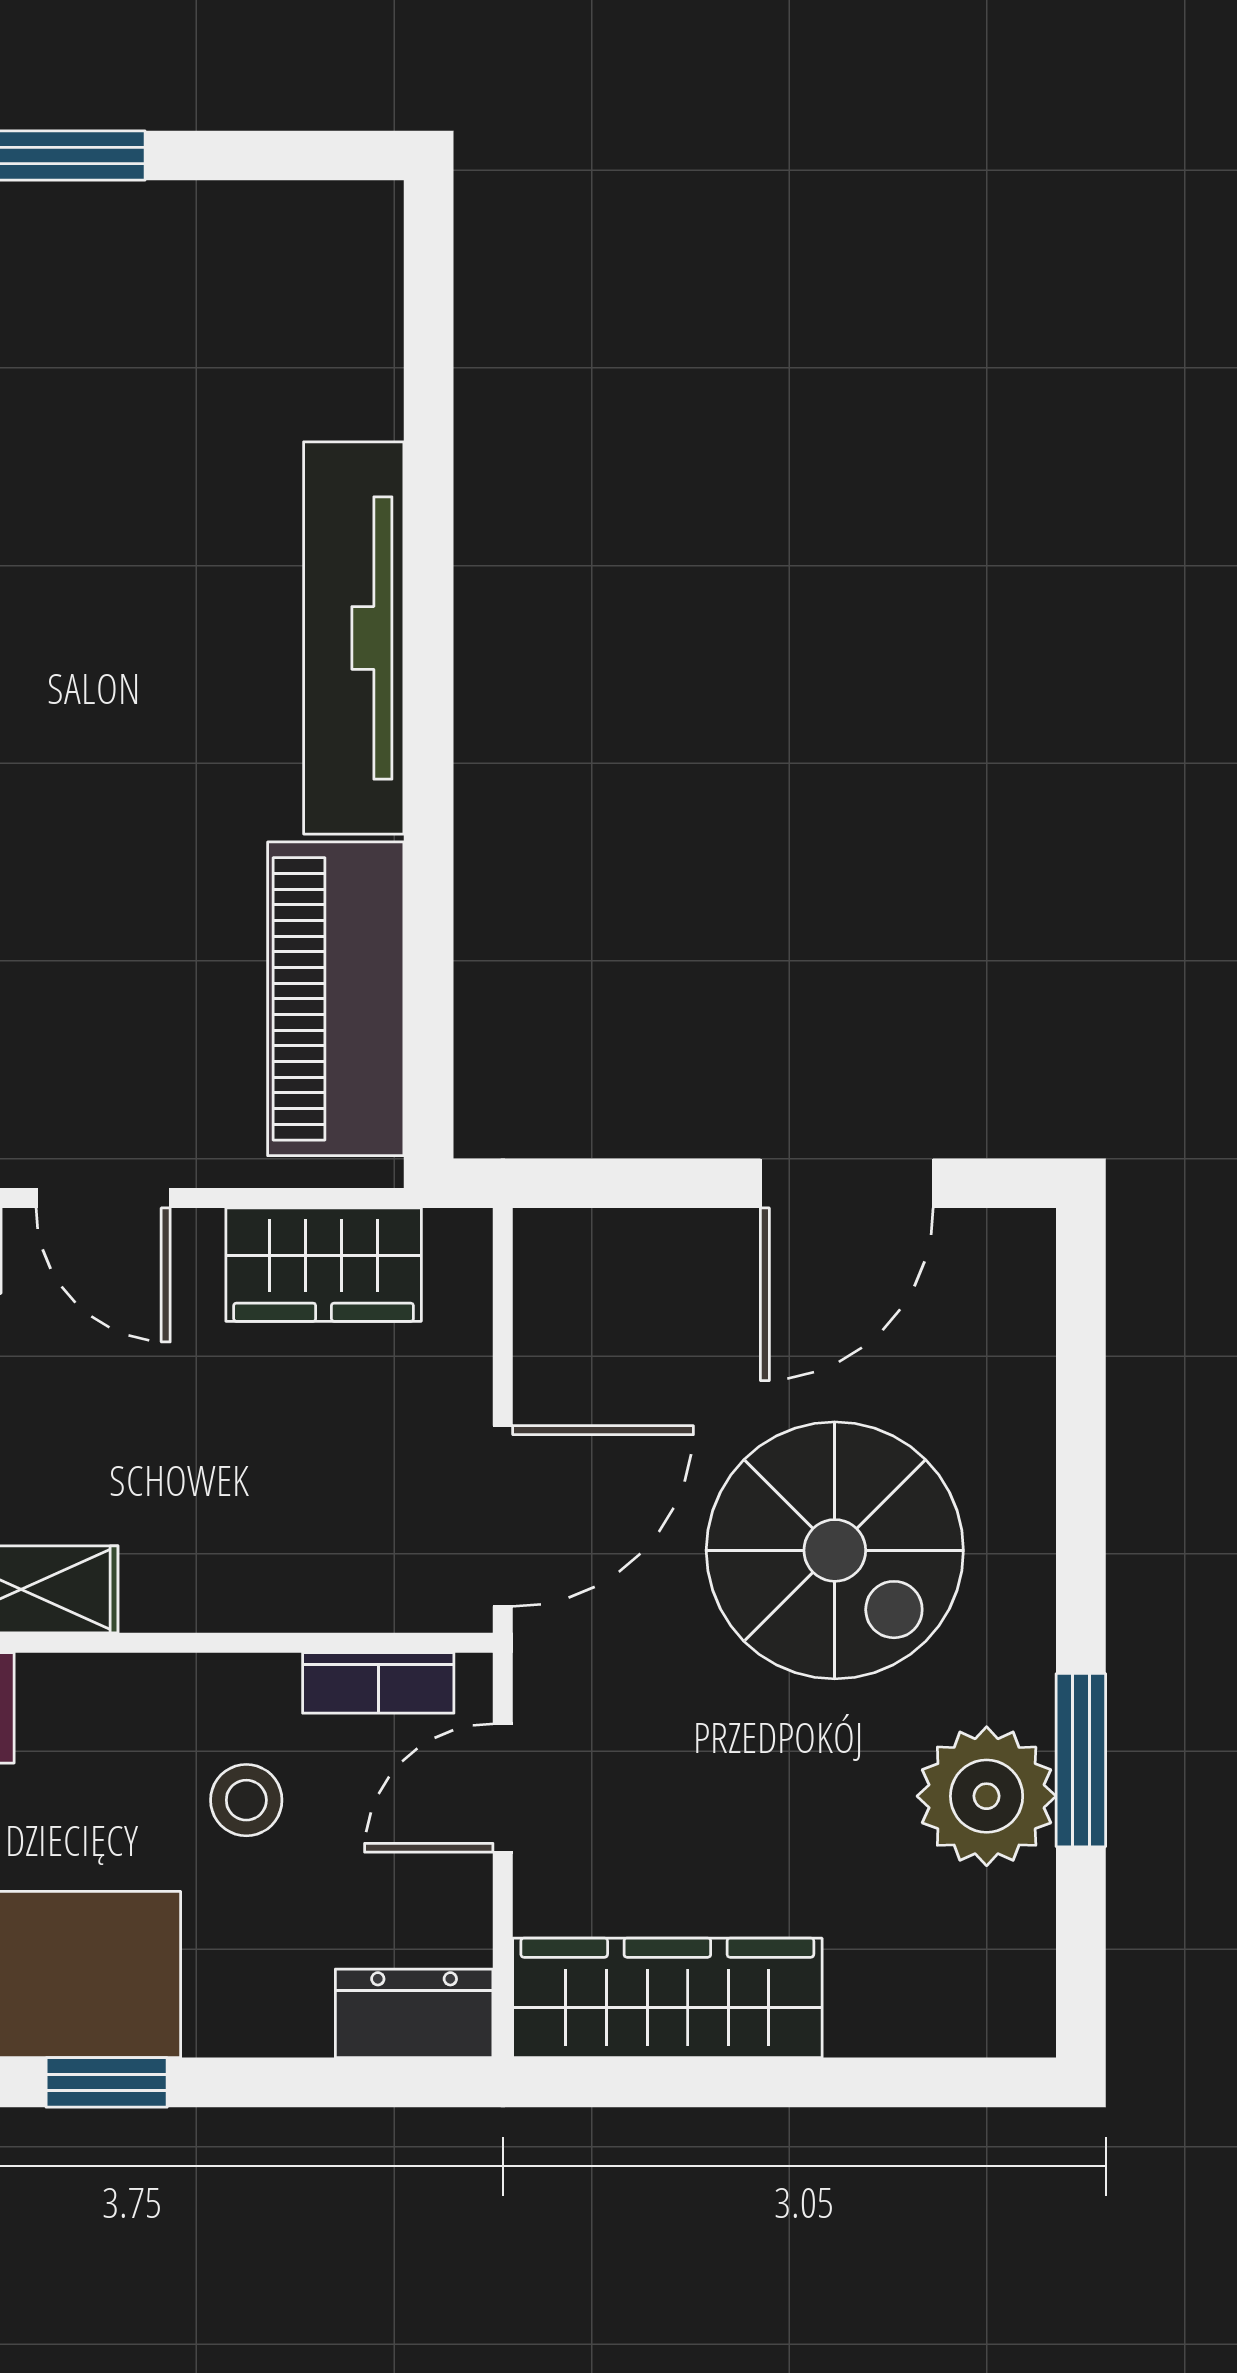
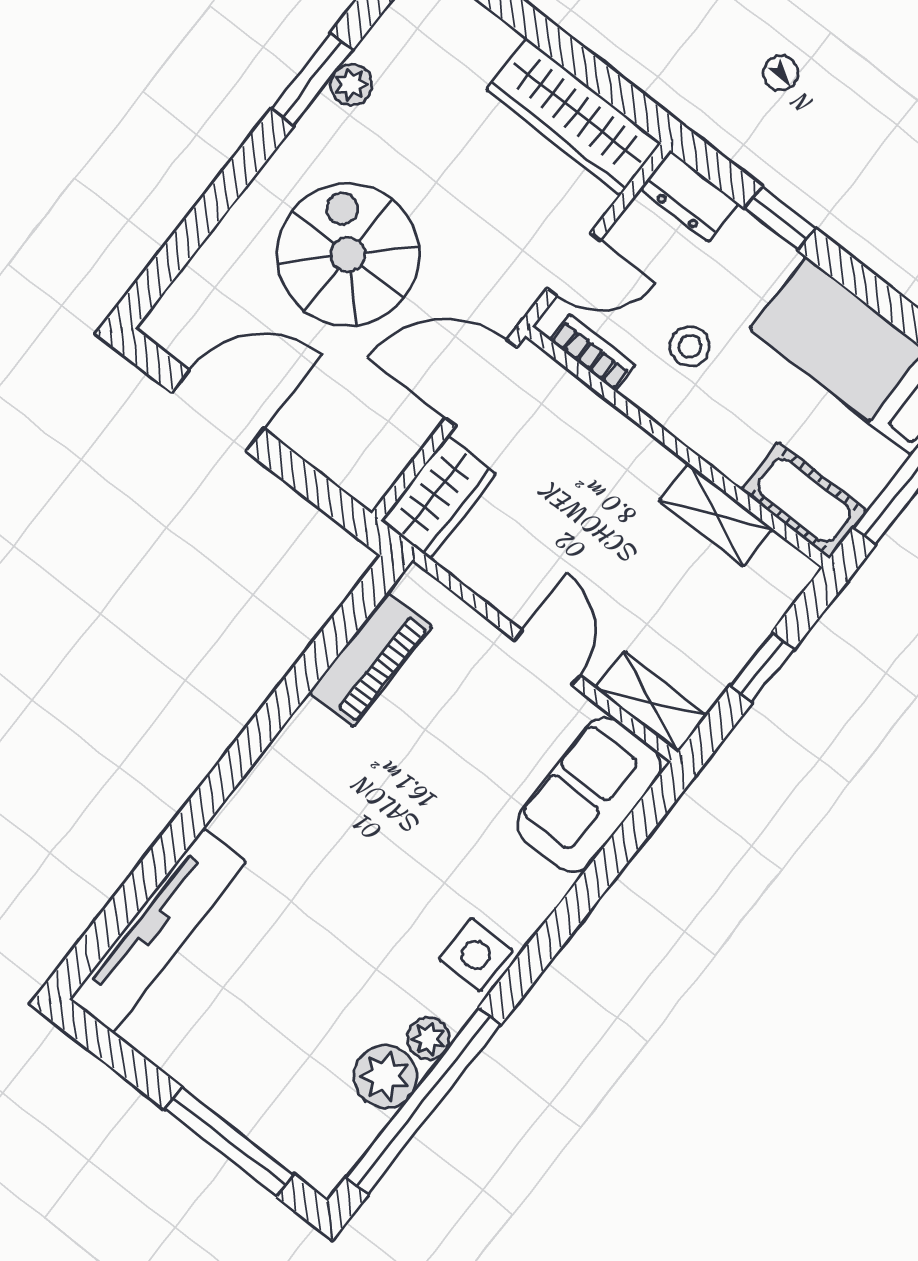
tv unit: (354, 638) -> (158, 931), moved
piano: (336, 999) -> (370, 660), width x0.73, depth x0.75
wardrobe: (324, 1265) -> (438, 497), moved, turned 90
plant: (987, 1796) -> (351, 85), width x0.53, depth x0.53
window: (107, 2082) -> (780, 218), moved

